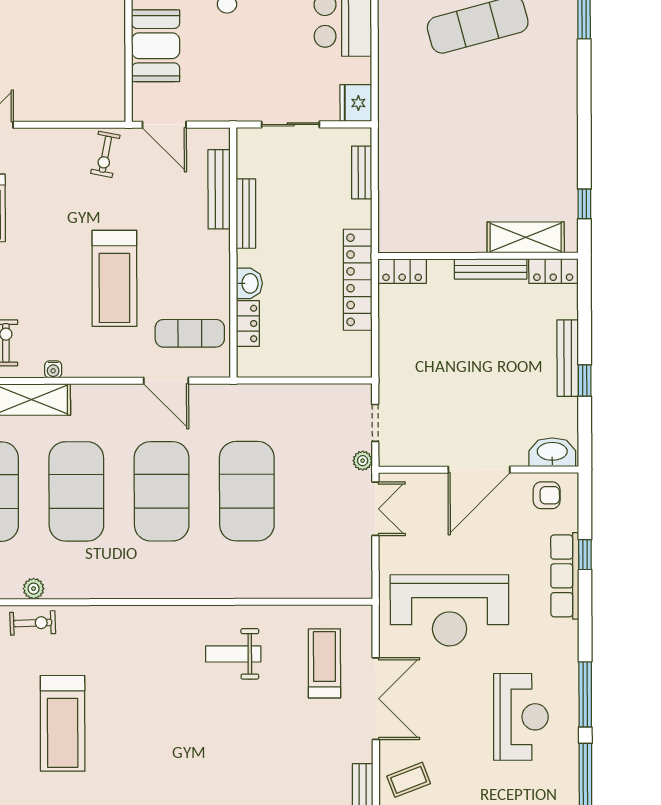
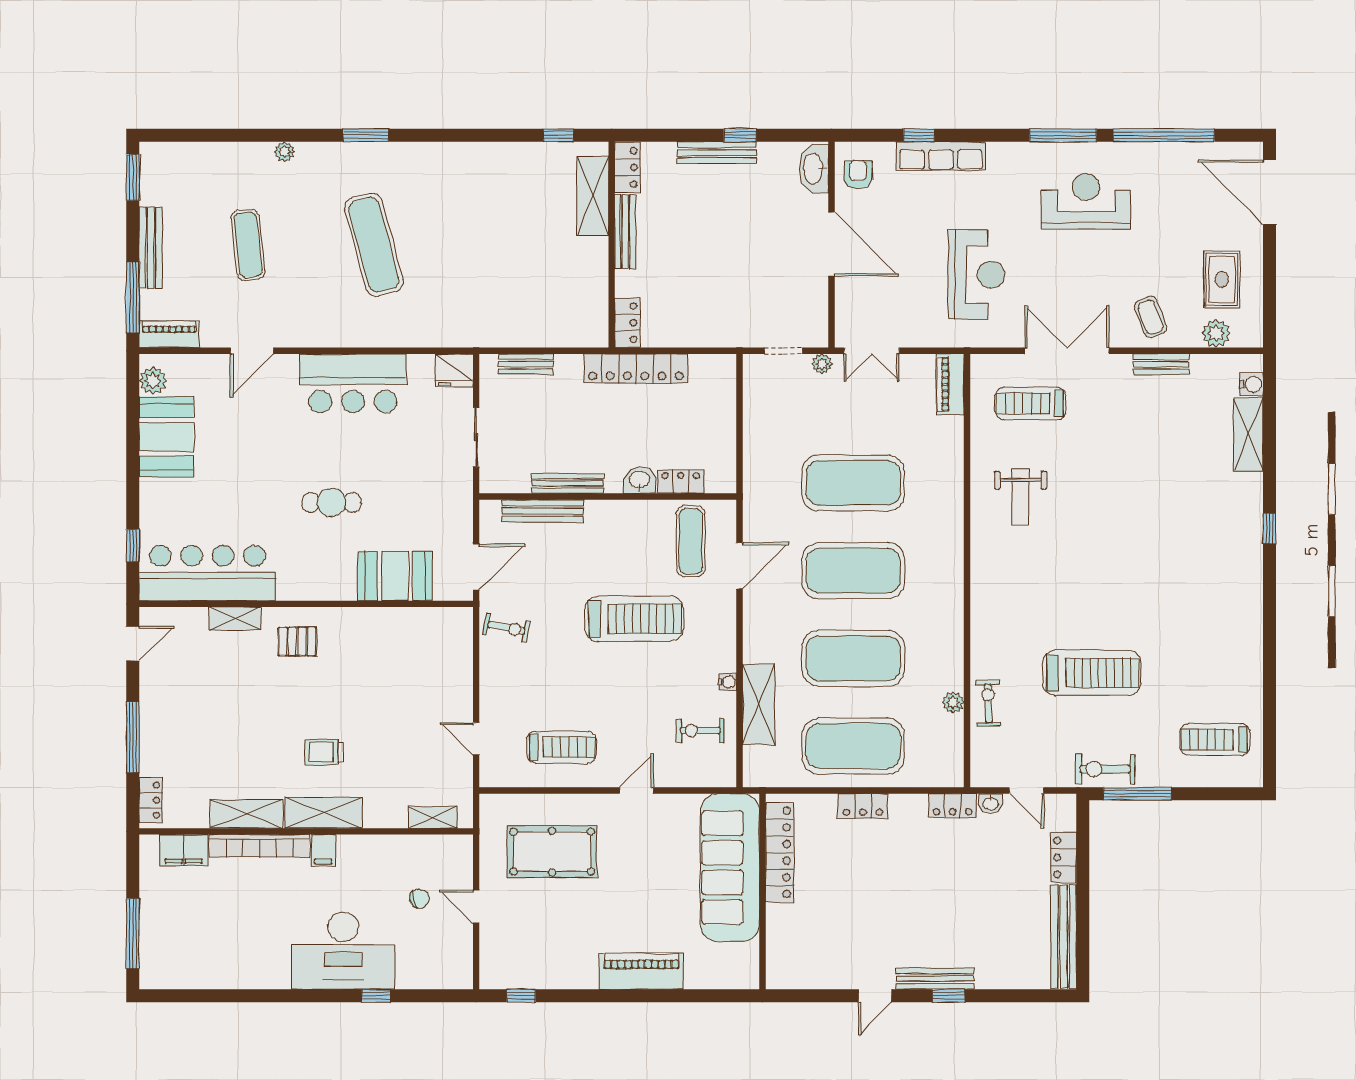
double door: (375, 509) -> (872, 351), swing flipped
piano: (343, 585) -> (950, 384), added
reception desk: (449, 610) -> (976, 275), width x0.74, depth x0.77

